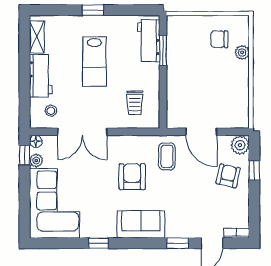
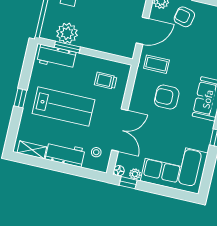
plant: (179, 46) -> (67, 33), added
lab bench: (94, 61) -> (63, 107), width x1.36, depth x1.39
trolley: (135, 103) -> (106, 81), turned 180

